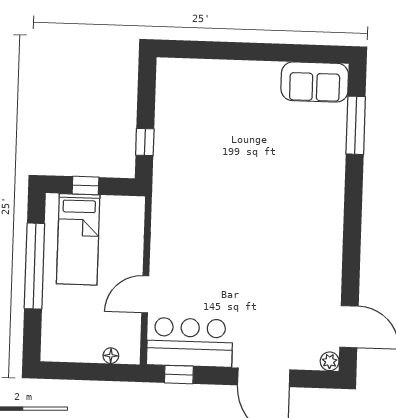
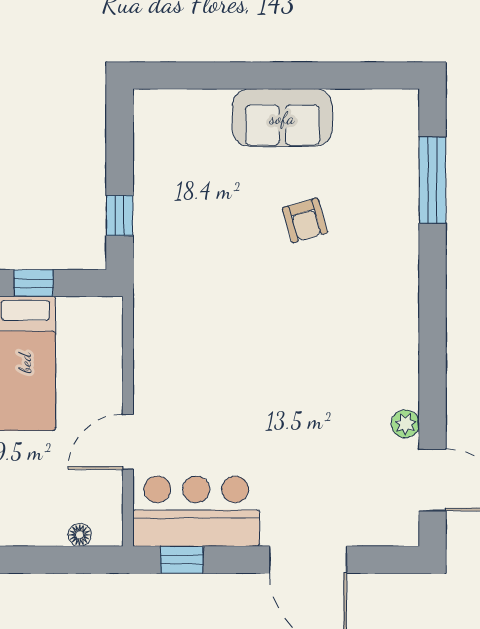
sofa: (315, 82) -> (282, 118), moved
armchair: (269, 149) -> (305, 220), added
plant: (330, 361) -> (405, 424), moved

